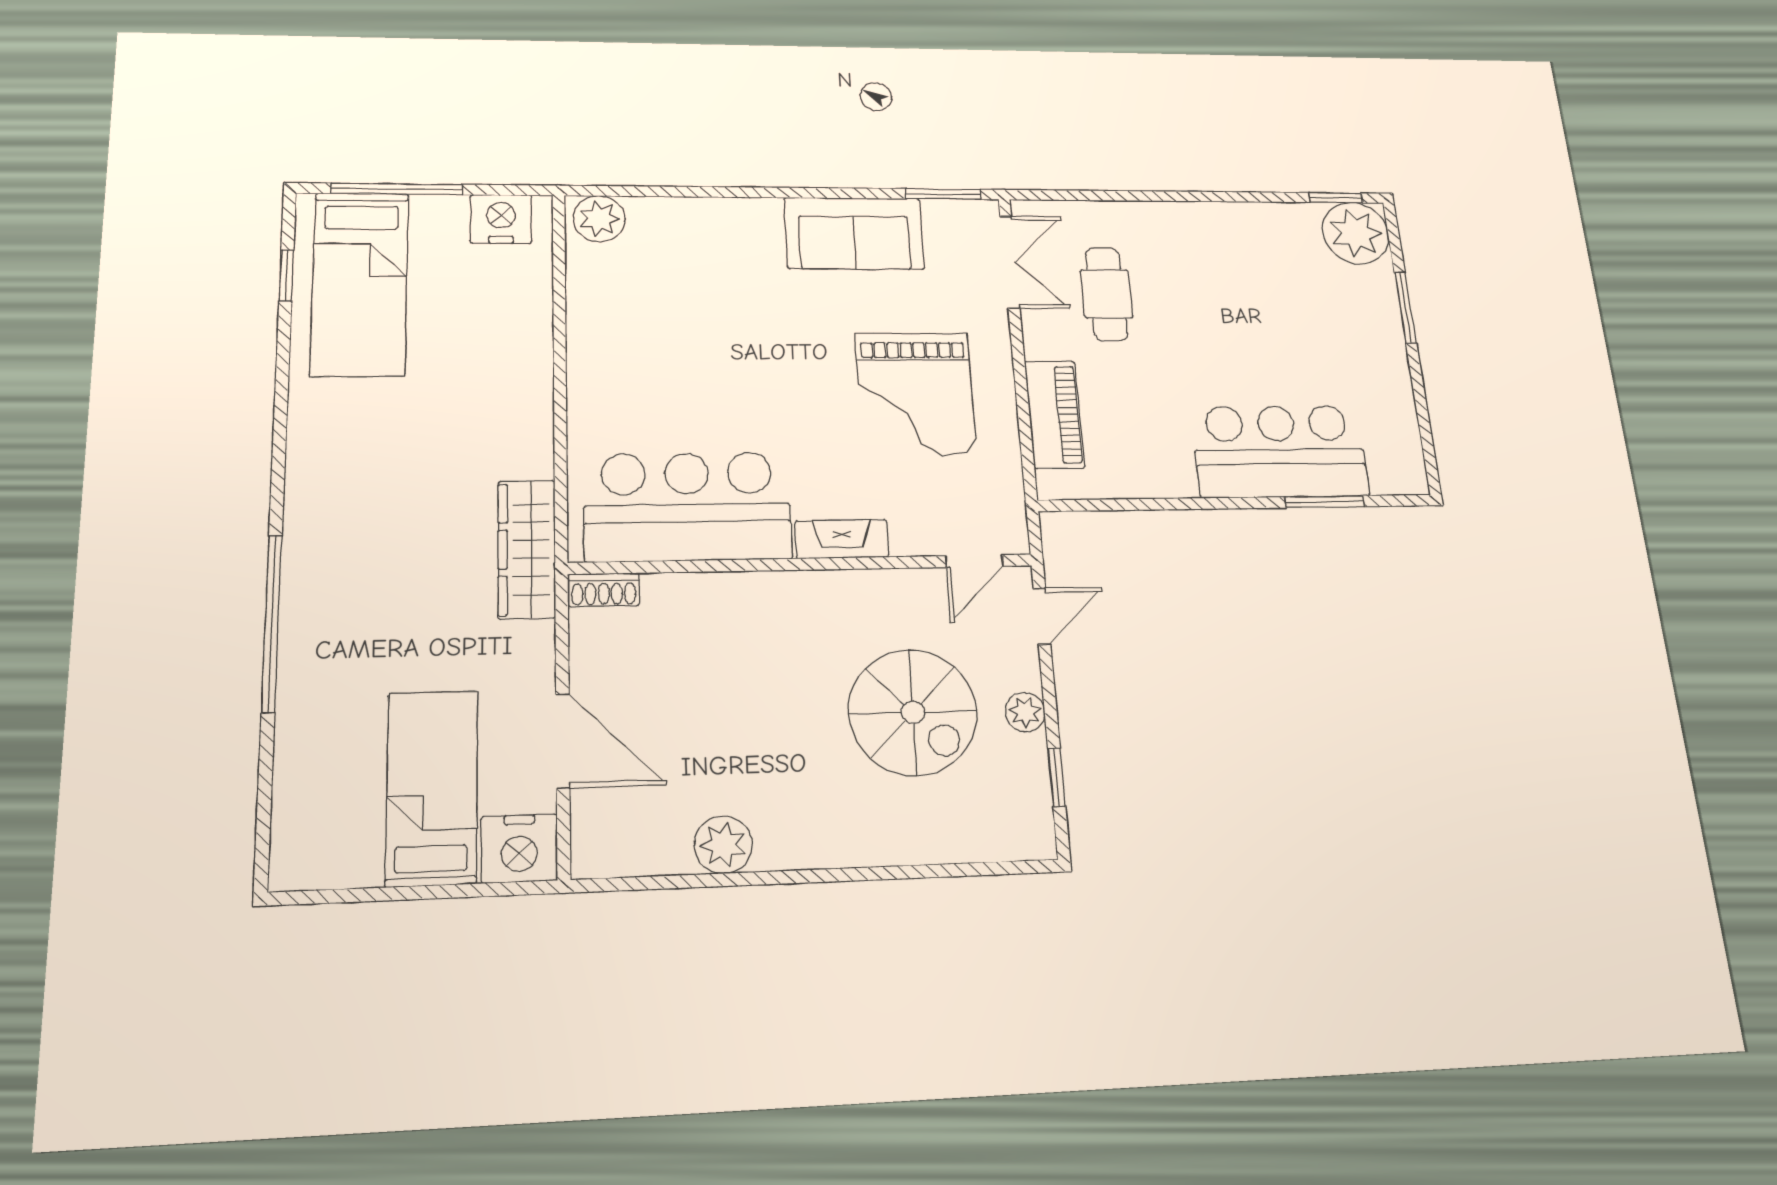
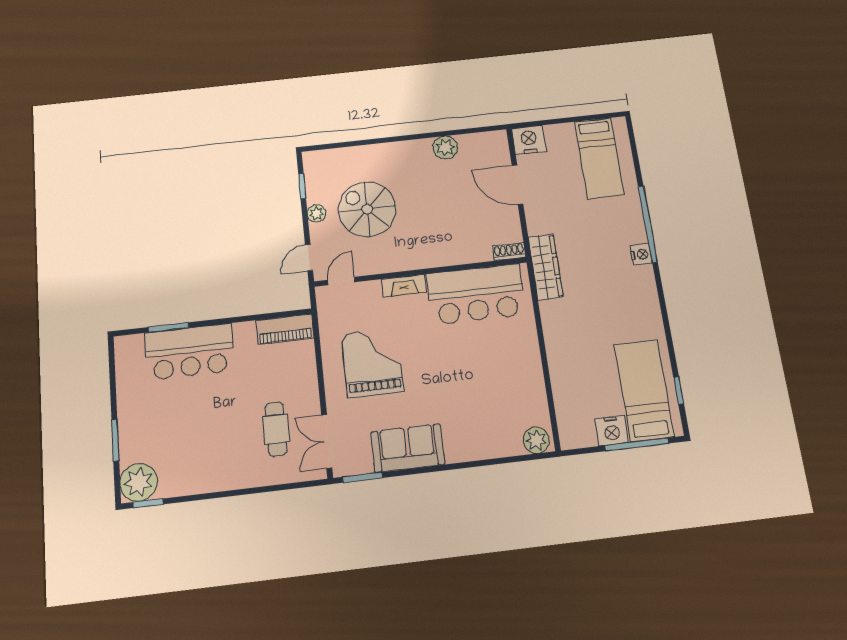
nightstand: (501, 219) -> (612, 431), moved
piano: (1054, 414) -> (285, 329), moved, turned -90
nightstand: (303, 557) -> (641, 254), added
bed: (432, 788) -> (599, 158), moved

